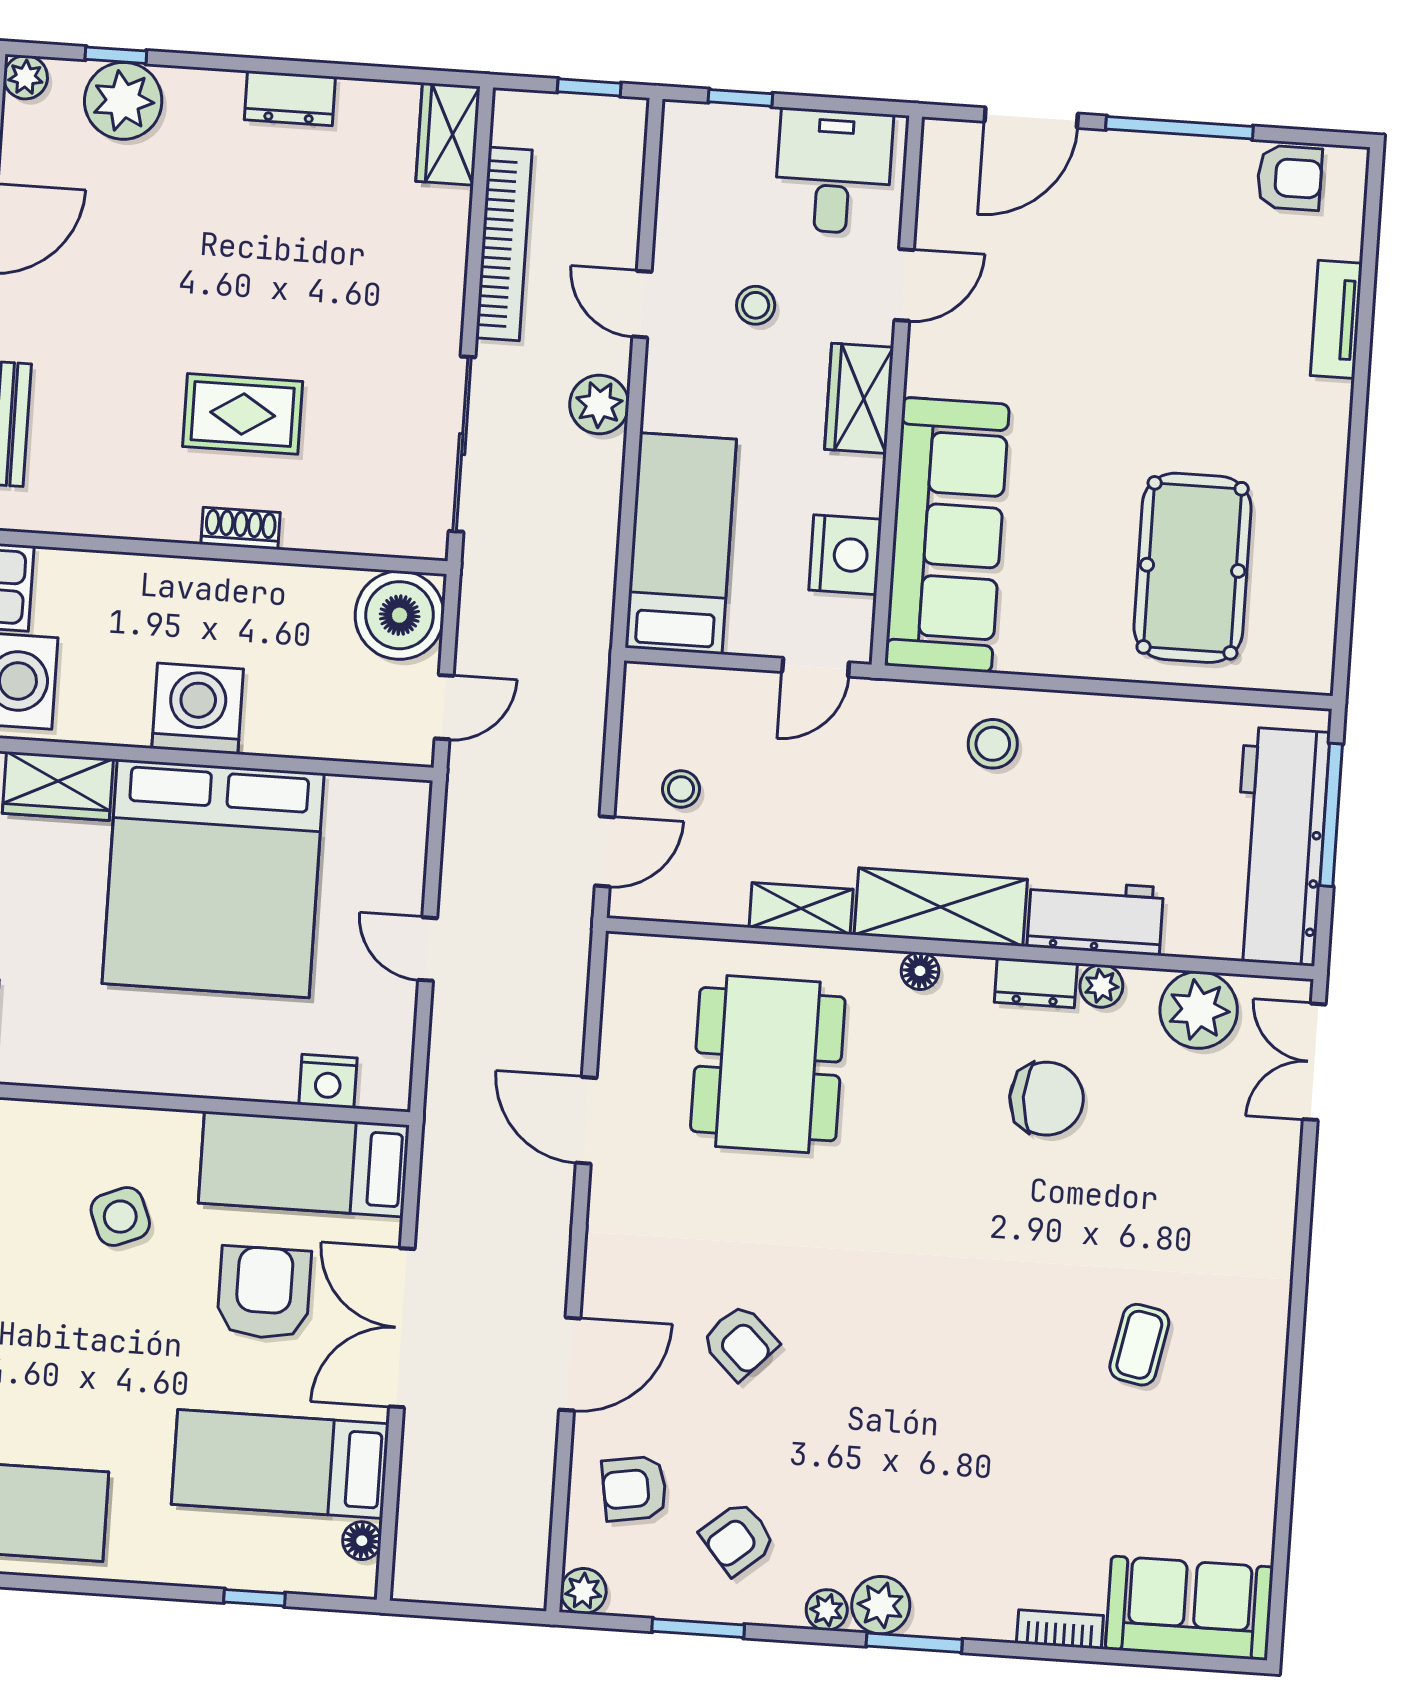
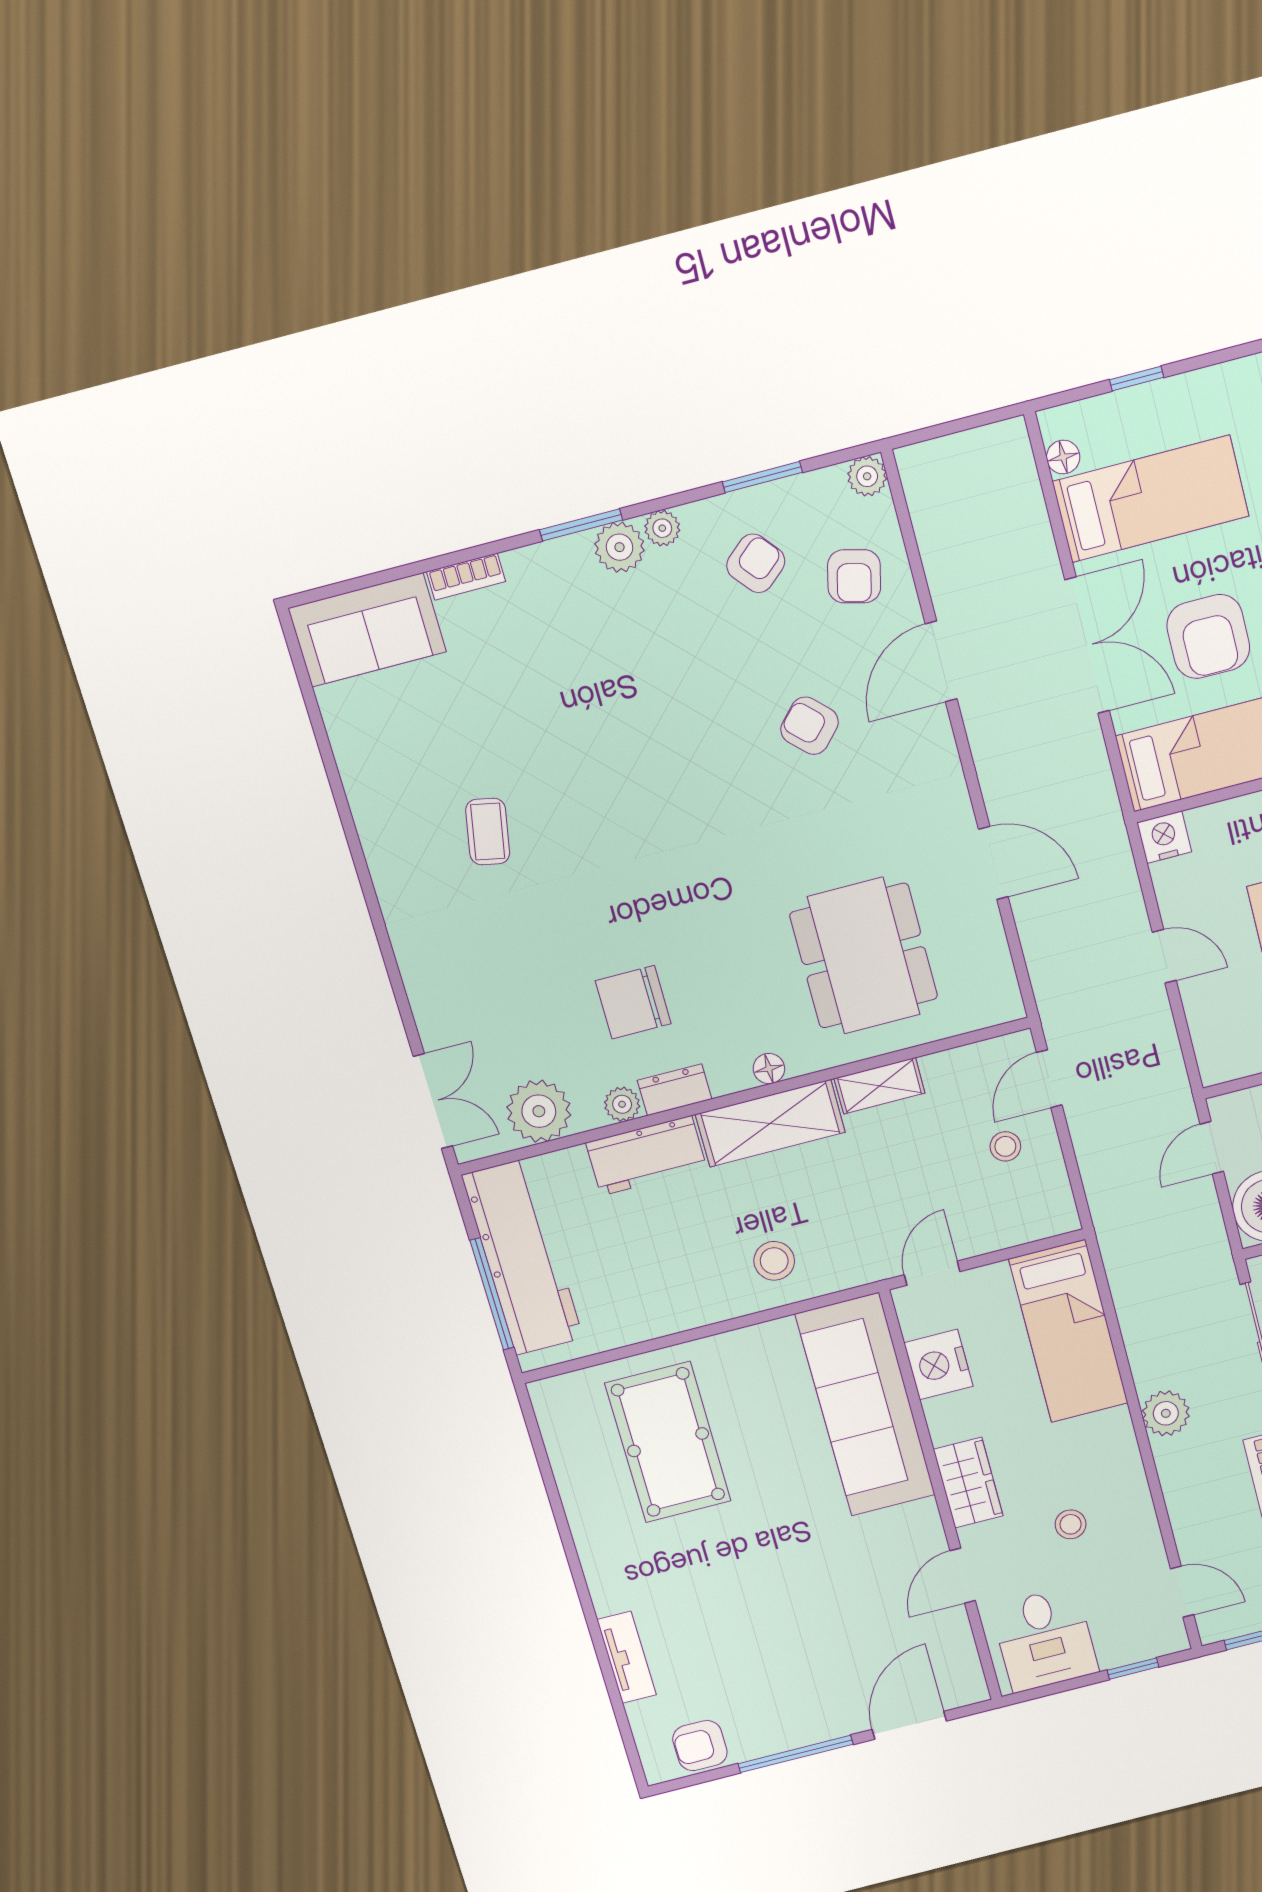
door: (642, 304) -> (1182, 1592), moved
nightstand: (328, 1081) -> (1164, 837), moved
armchair: (634, 1489) -> (854, 576), turned 113

